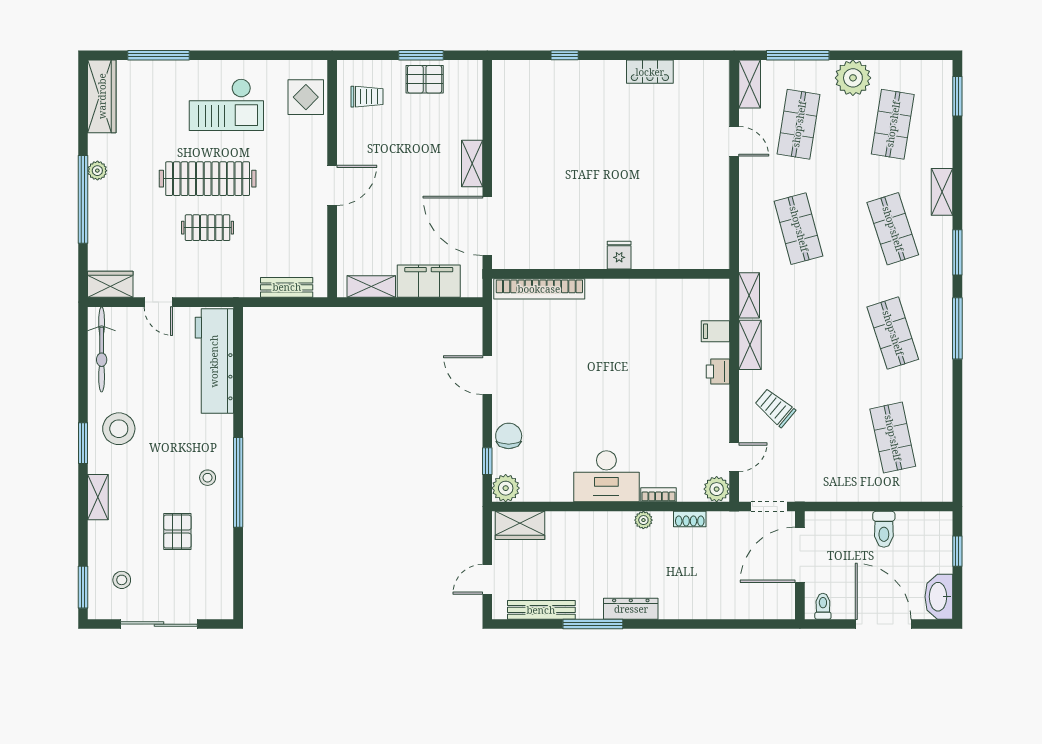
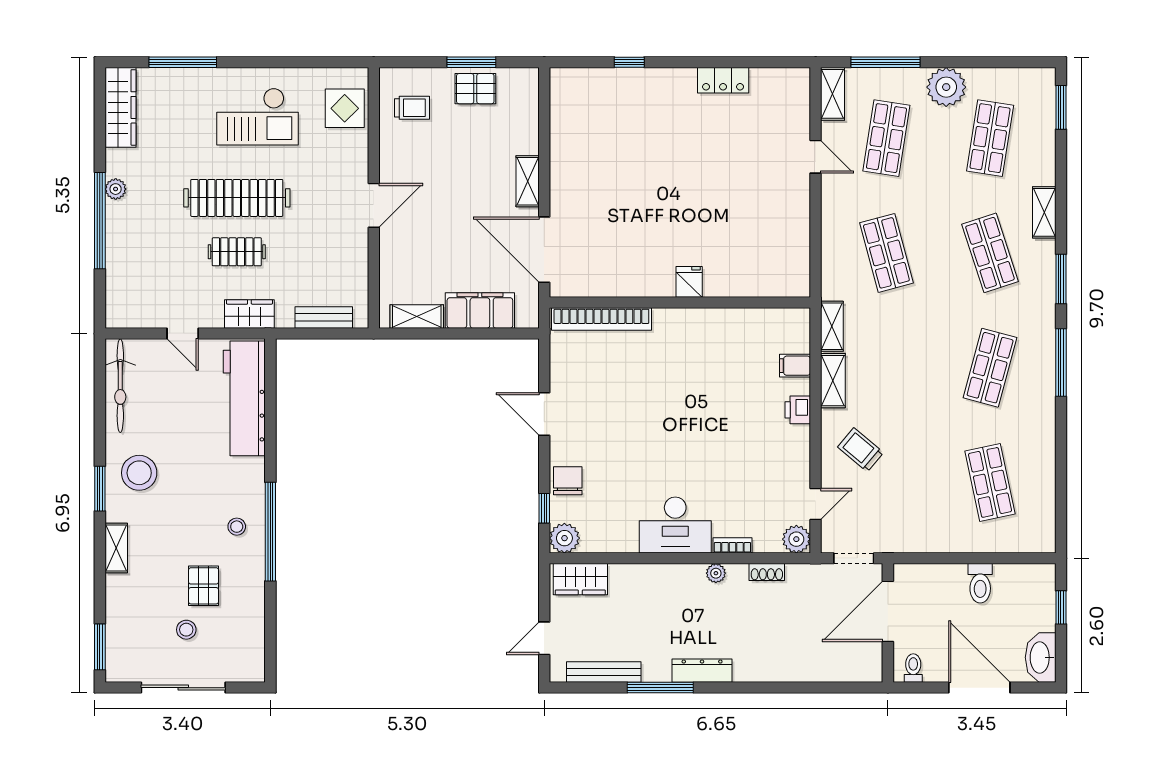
wardrobe: (110, 284) -> (249, 314), moved
shop shelf: (893, 333) -> (990, 368), turned 33
stool: (122, 580) -> (186, 630), moved

